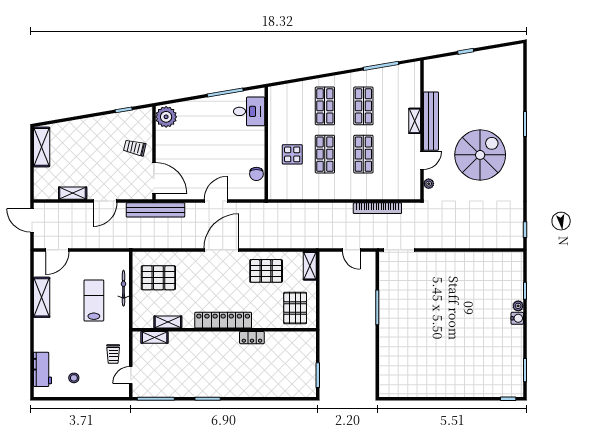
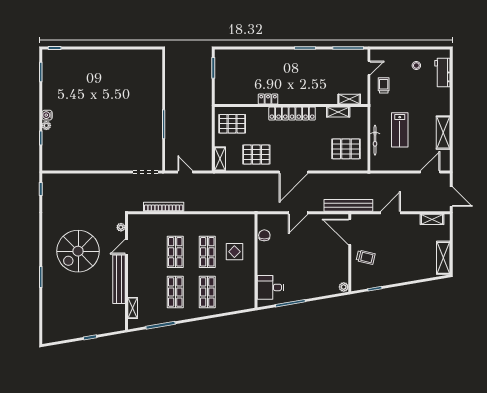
plant: (166, 117) -> (344, 287), width x0.53, depth x0.53
shelving: (415, 121) -> (133, 308), moved
shelving: (73, 193) -> (432, 219), moved
pallet: (295, 308) -> (232, 124), turned 90

